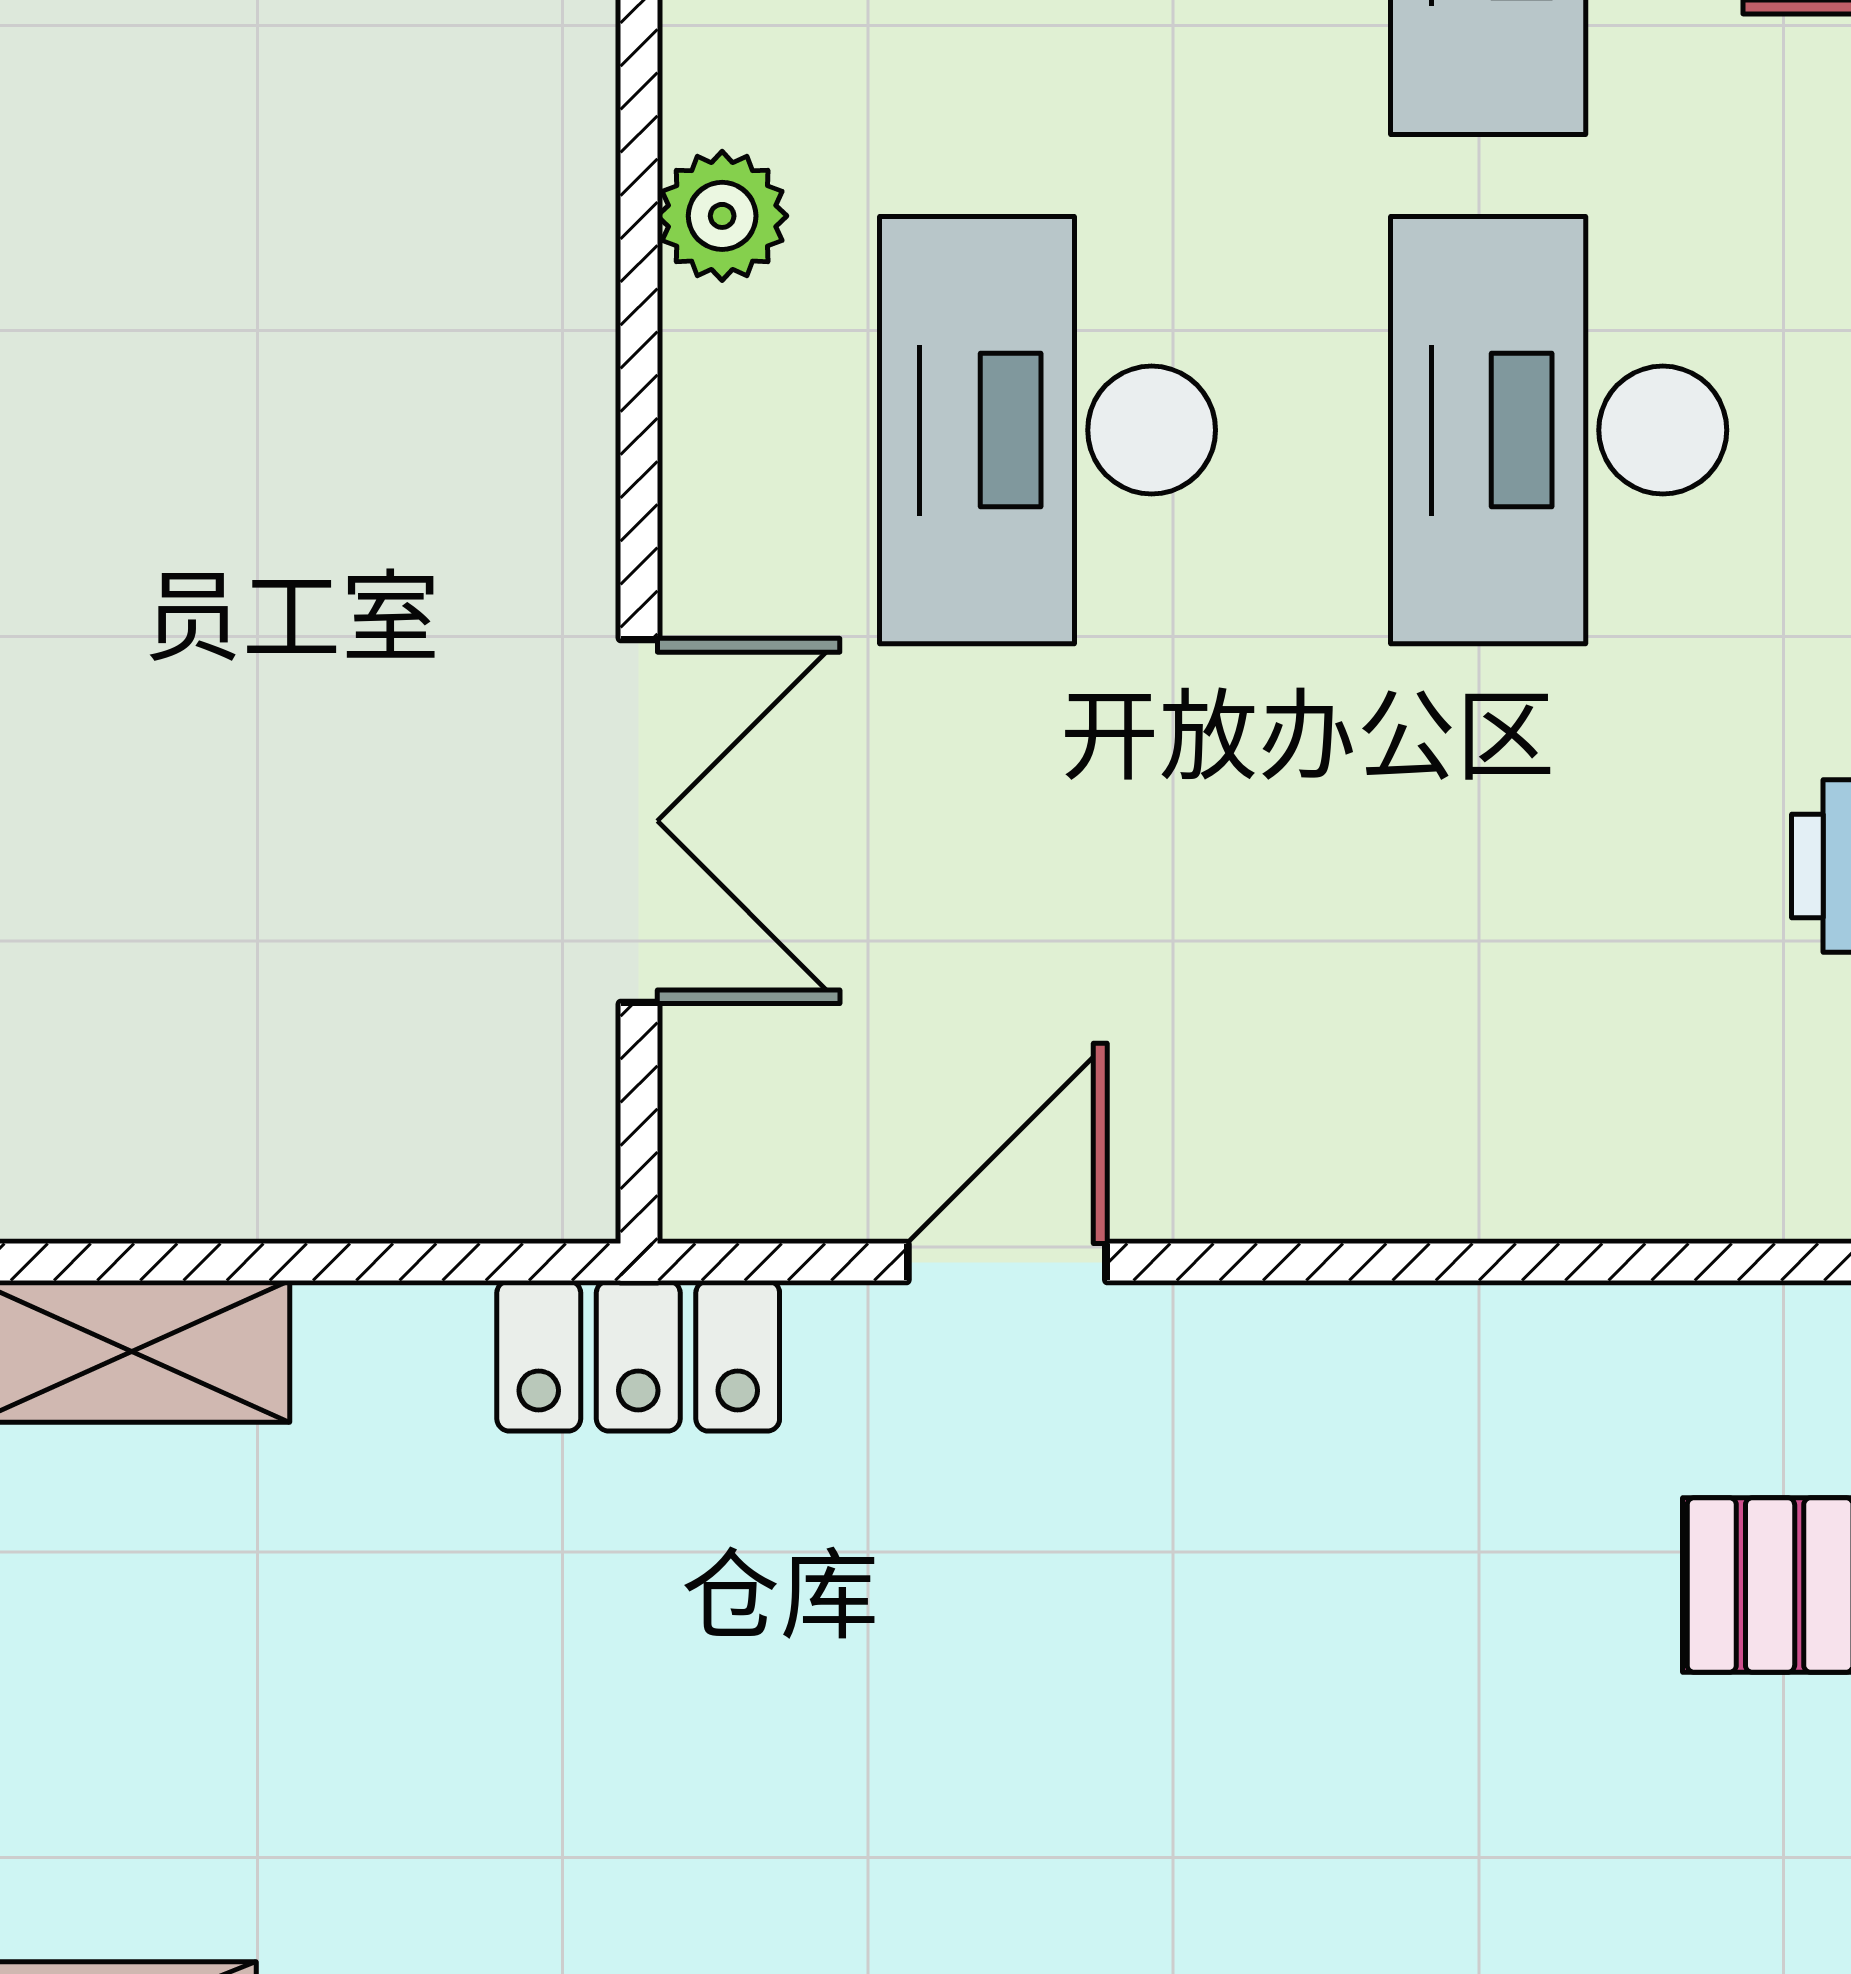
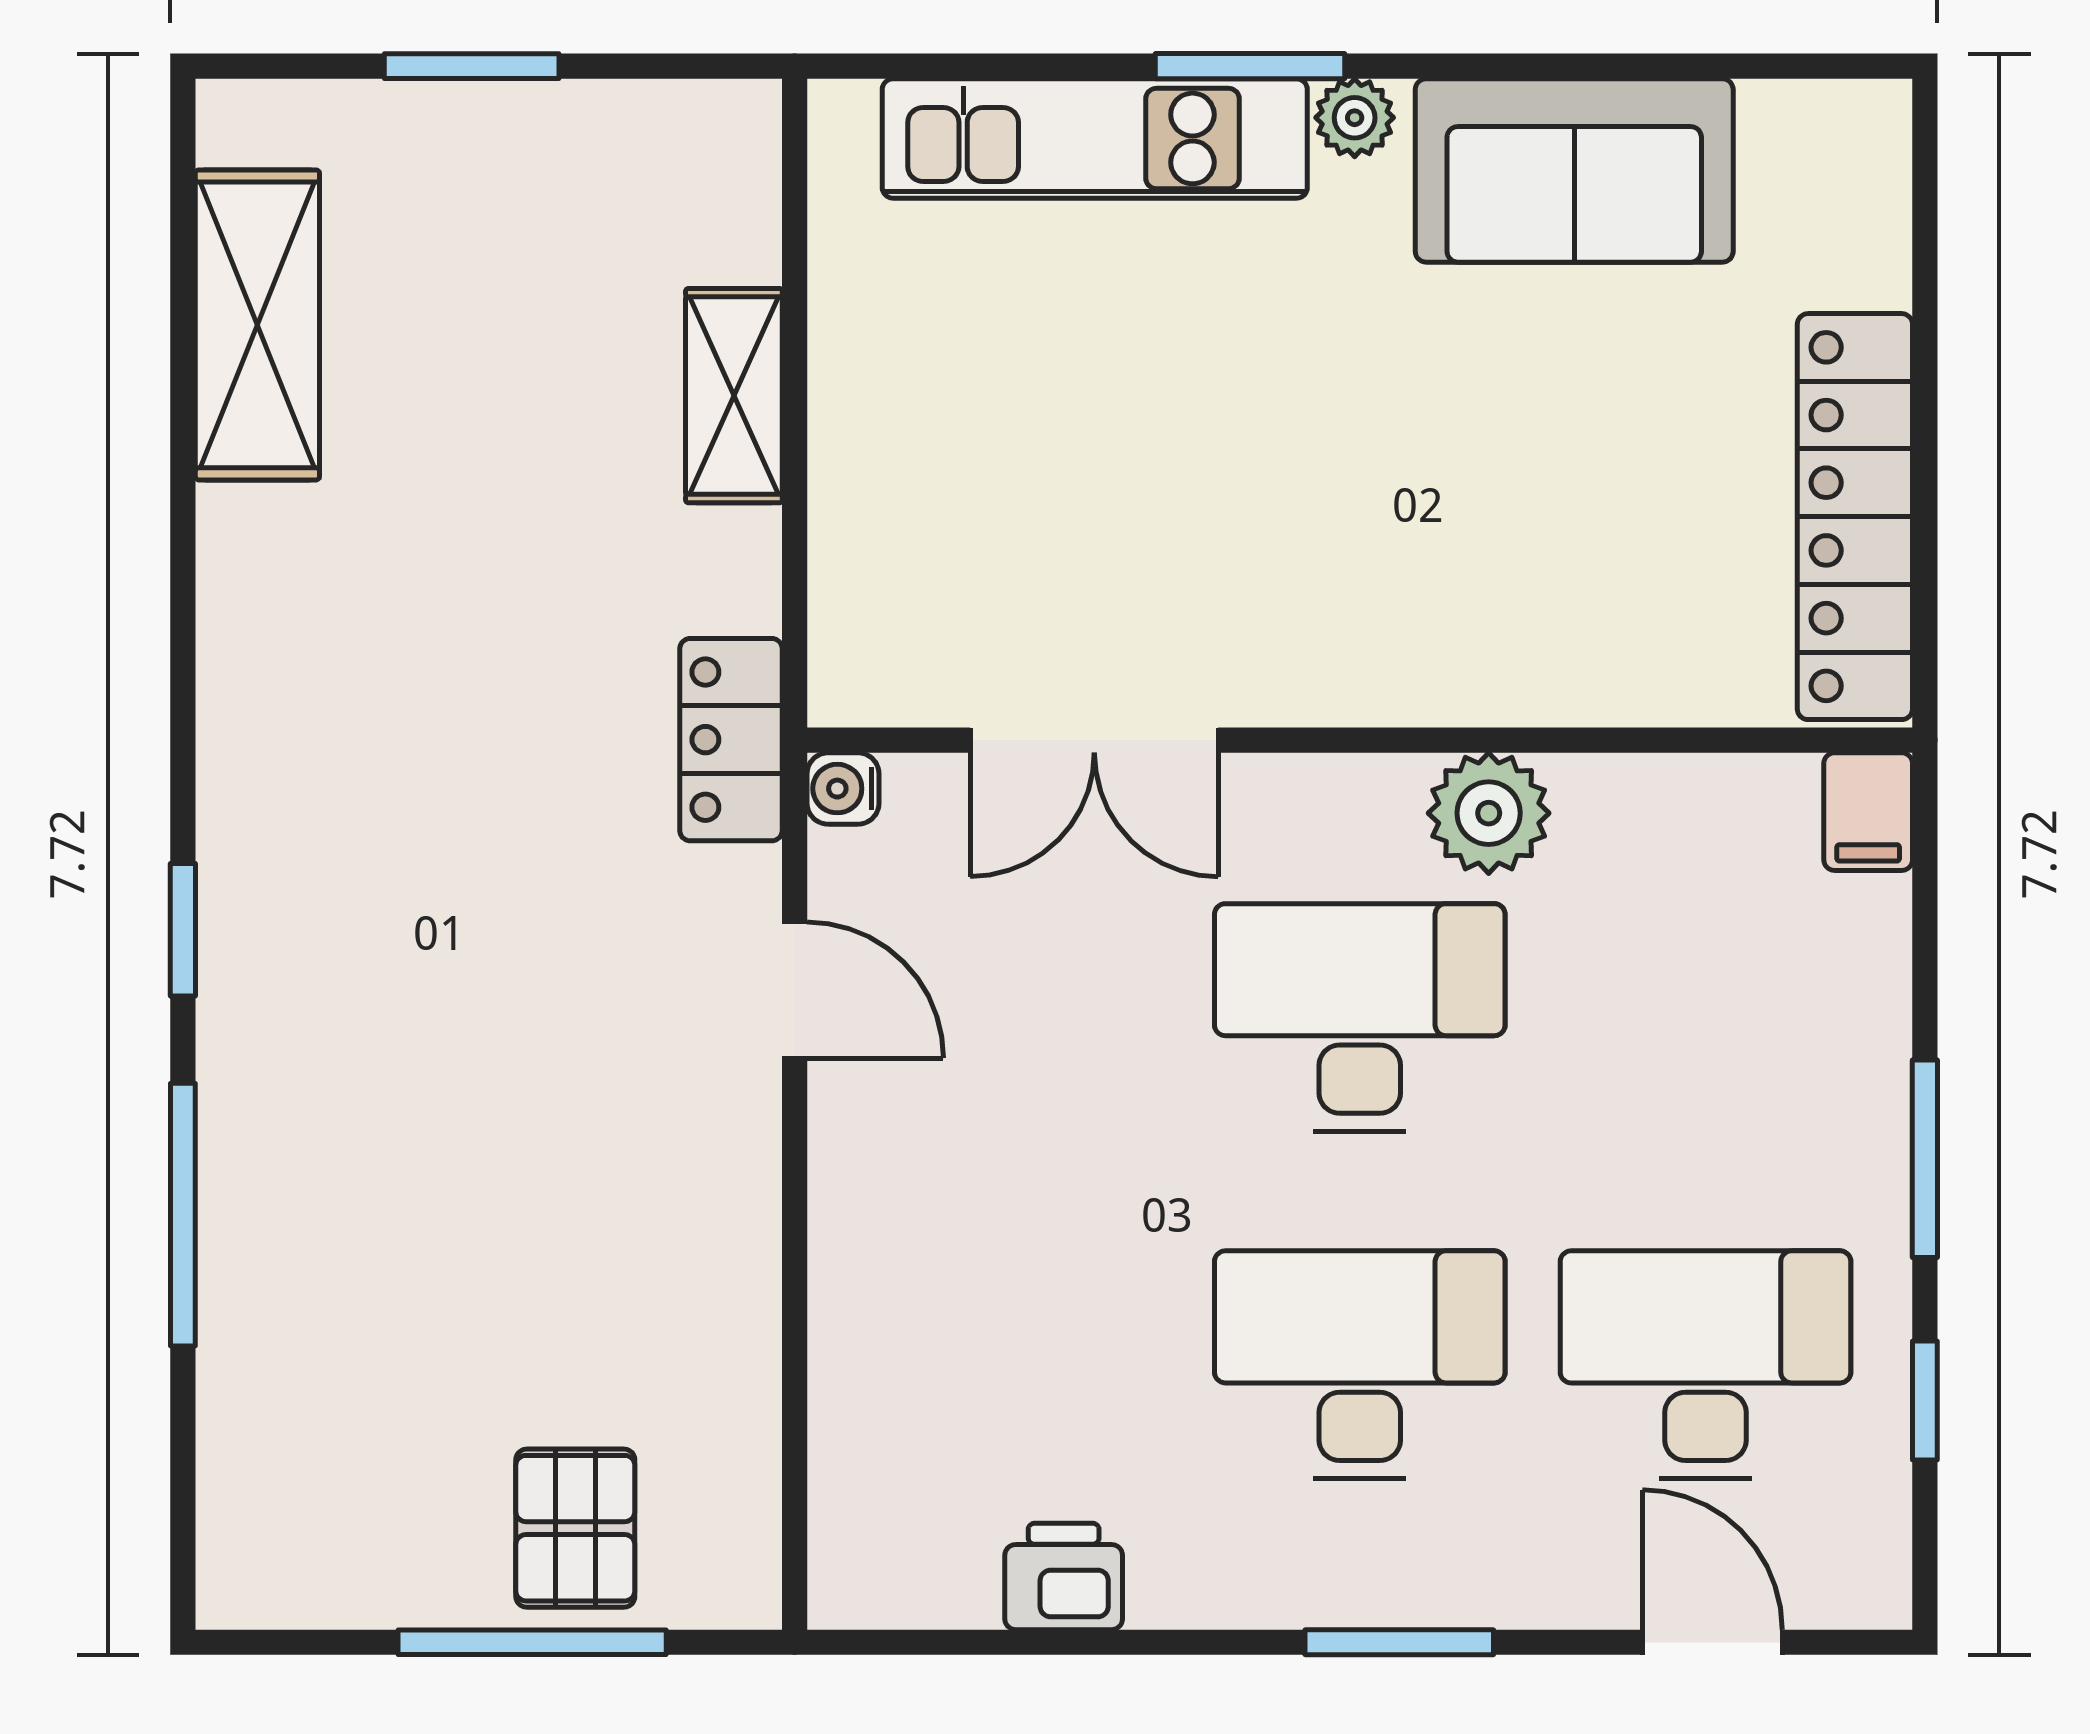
plant: (722, 216) -> (1489, 813), width x1.38, depth x1.38
water cooler: (710, 1191) -> (843, 789), added

